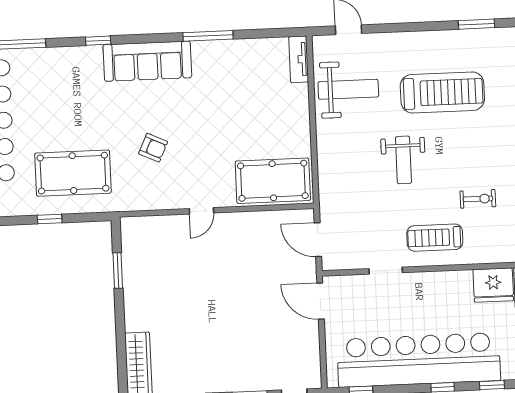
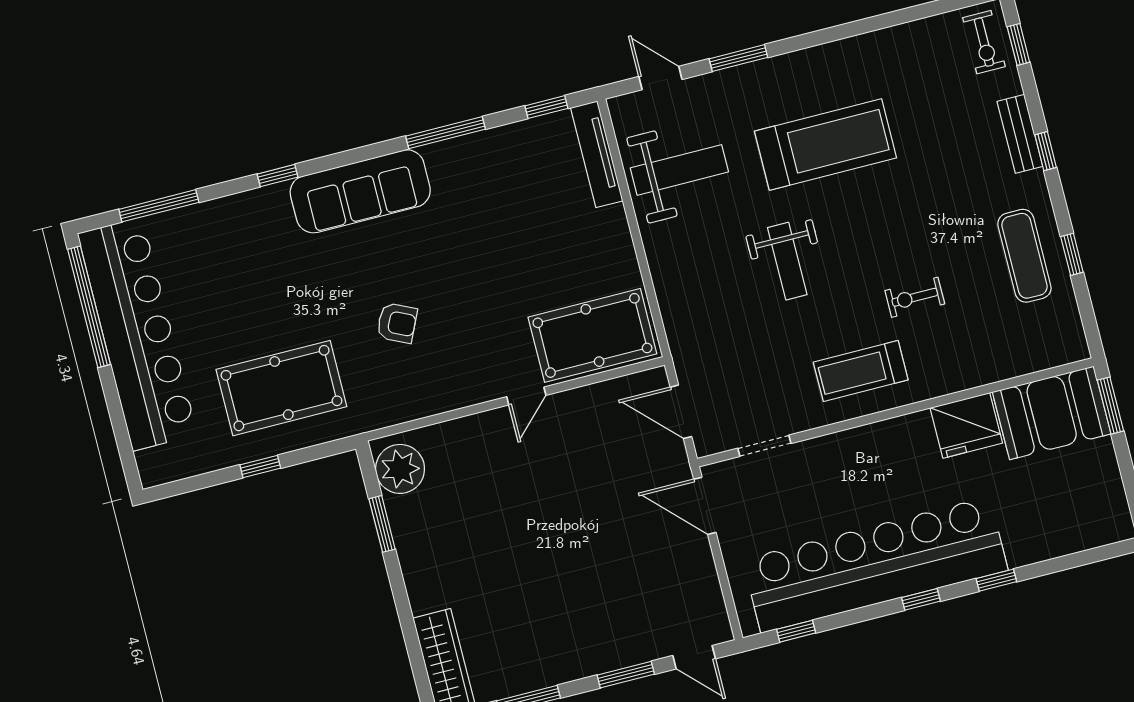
window: (476, 24) -> (738, 58), moved
window: (274, 33) -> (546, 107), added
tv unit: (299, 59) -> (597, 154), width x1.41
exercise bike: (478, 199) -> (915, 297), turned 180
door: (201, 211) -> (526, 396), moved
plant: (136, 239) -> (400, 469), added
doorway: (386, 271) -> (764, 446), moved

